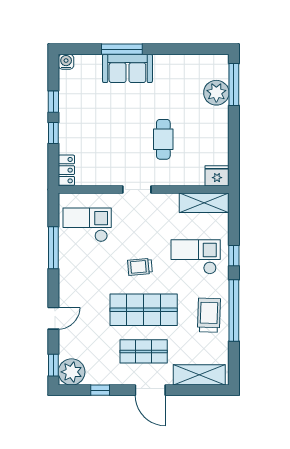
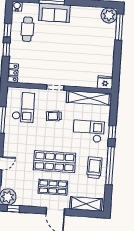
plant: (216, 93) -> (109, 15), moved
cafe table: (163, 139) -> (27, 29), moved
shelving: (204, 203) -> (89, 98), width x1.47
checkout: (87, 225) -> (23, 107), turned 90
trolley: (140, 267) -> (54, 116), moved
window: (100, 390) -> (13, 209), moved

